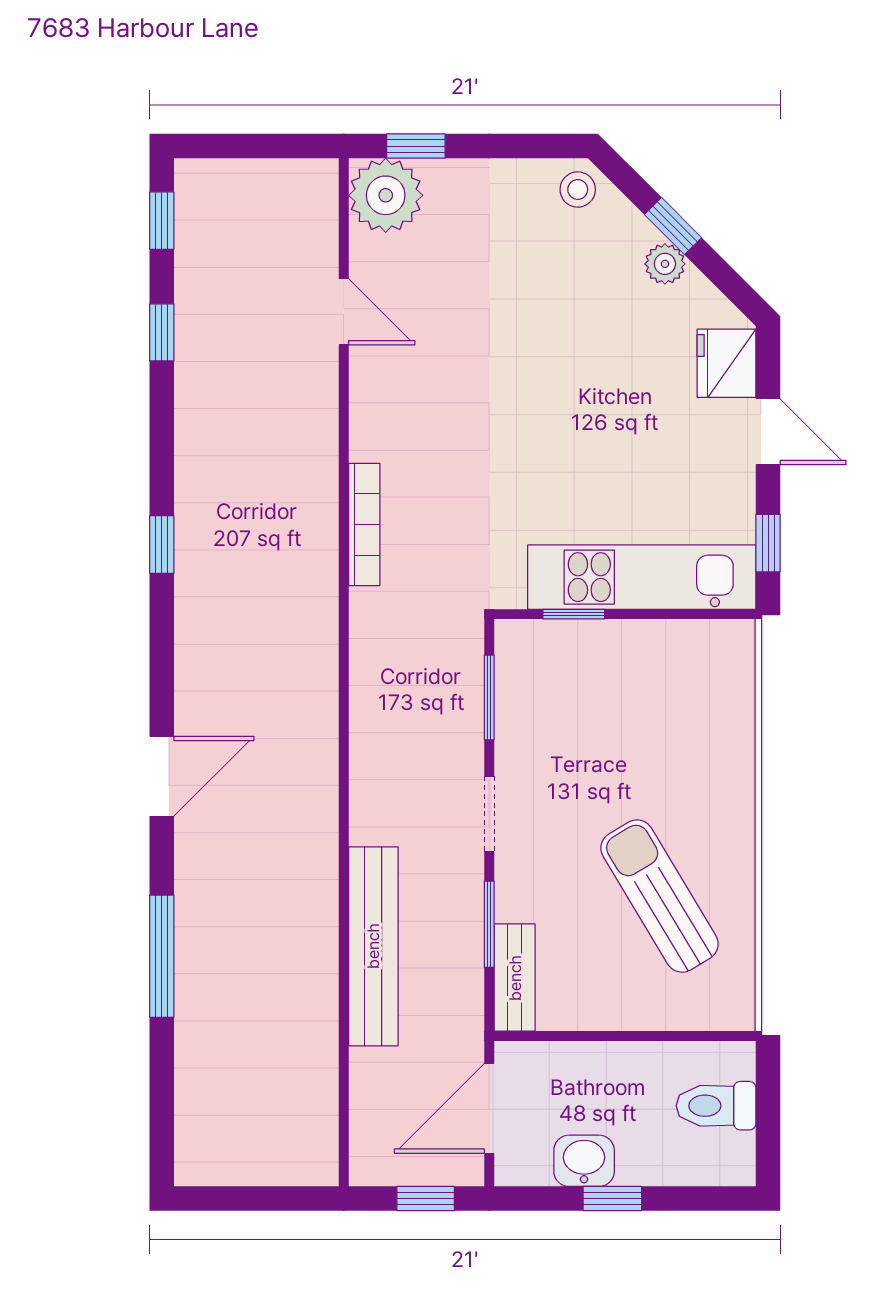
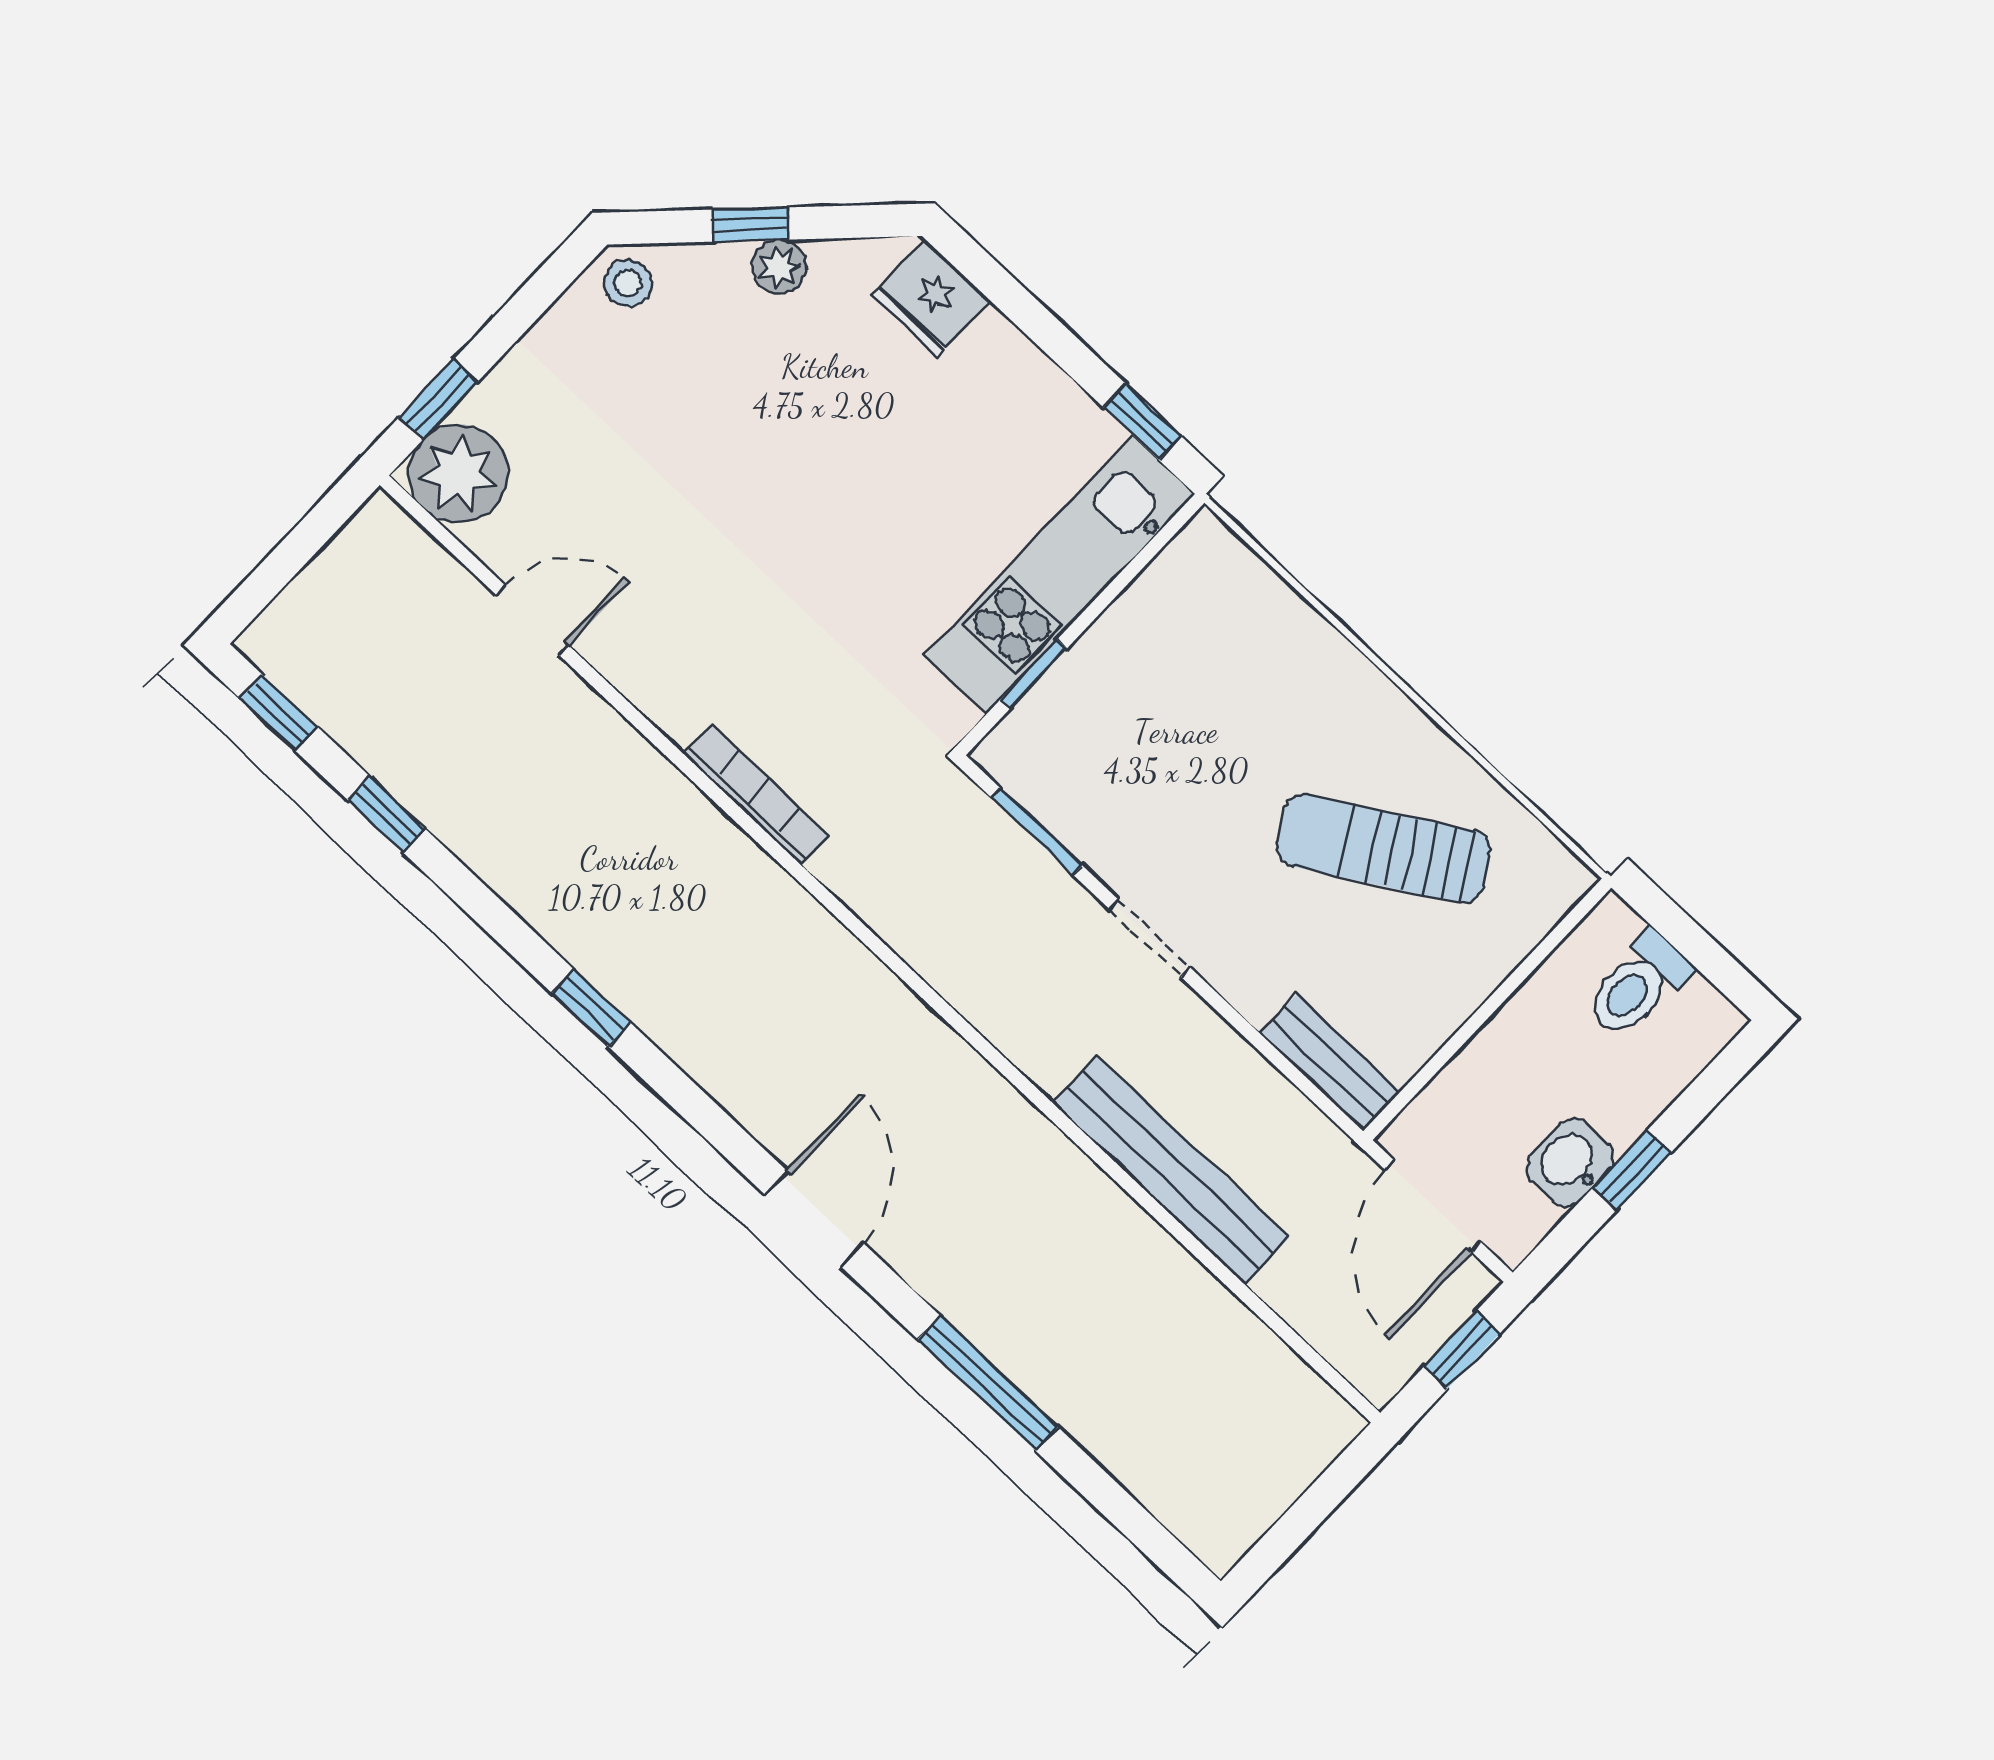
door: (768, 432) -> (1035, 320), removed
window: (489, 924) -> (1255, 1038), removed

